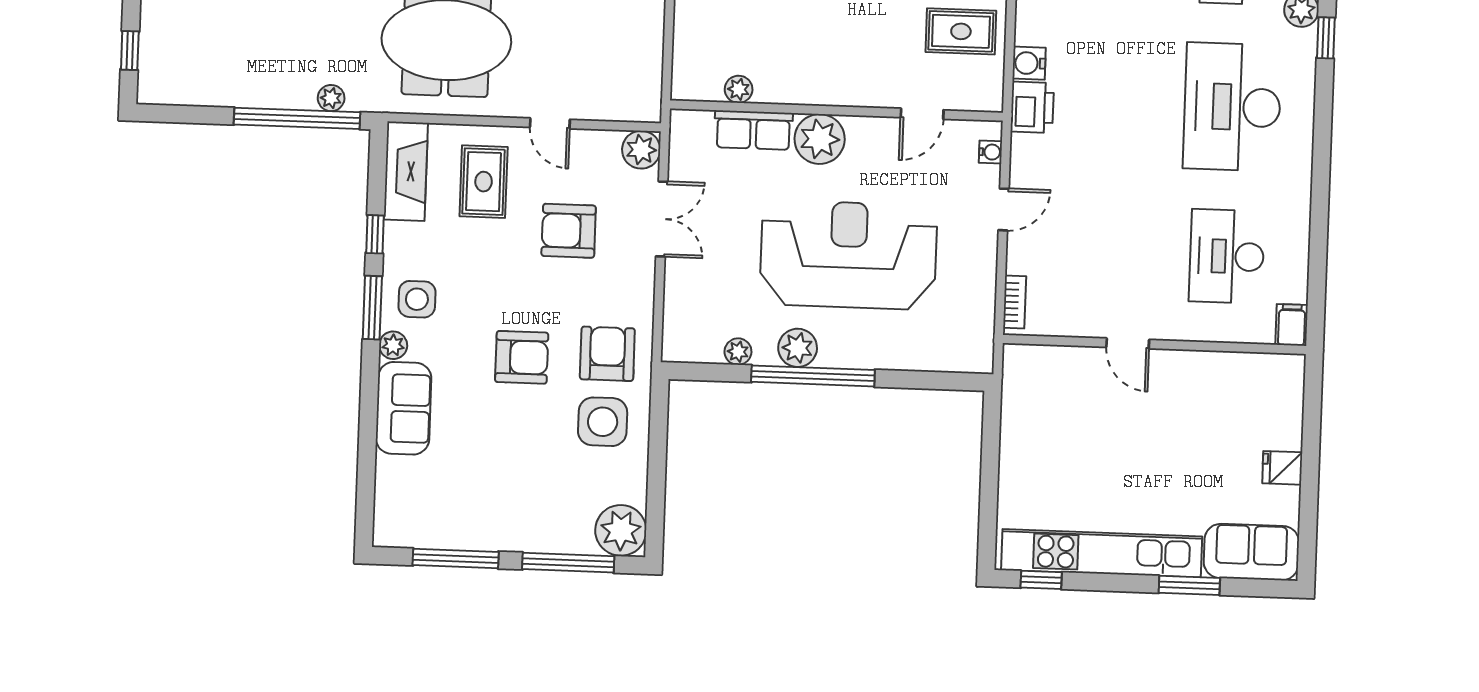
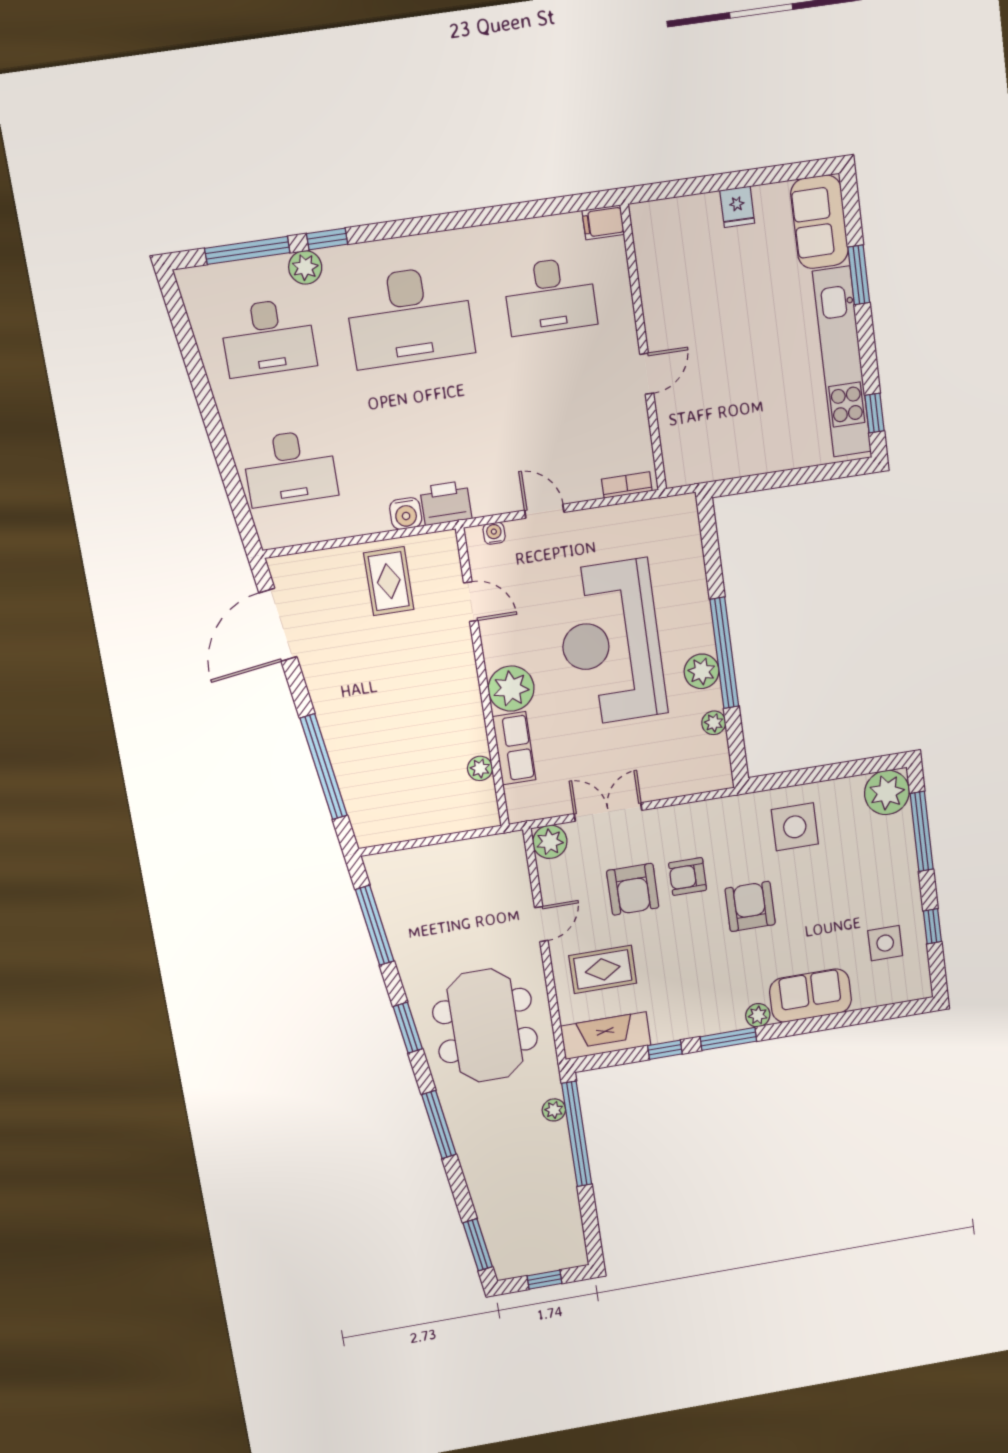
side table: (417, 299) -> (885, 943), moved
armchair: (607, 354) -> (688, 877), moved, width x0.72, depth x0.72
window: (456, 558) -> (932, 926), width x0.46

